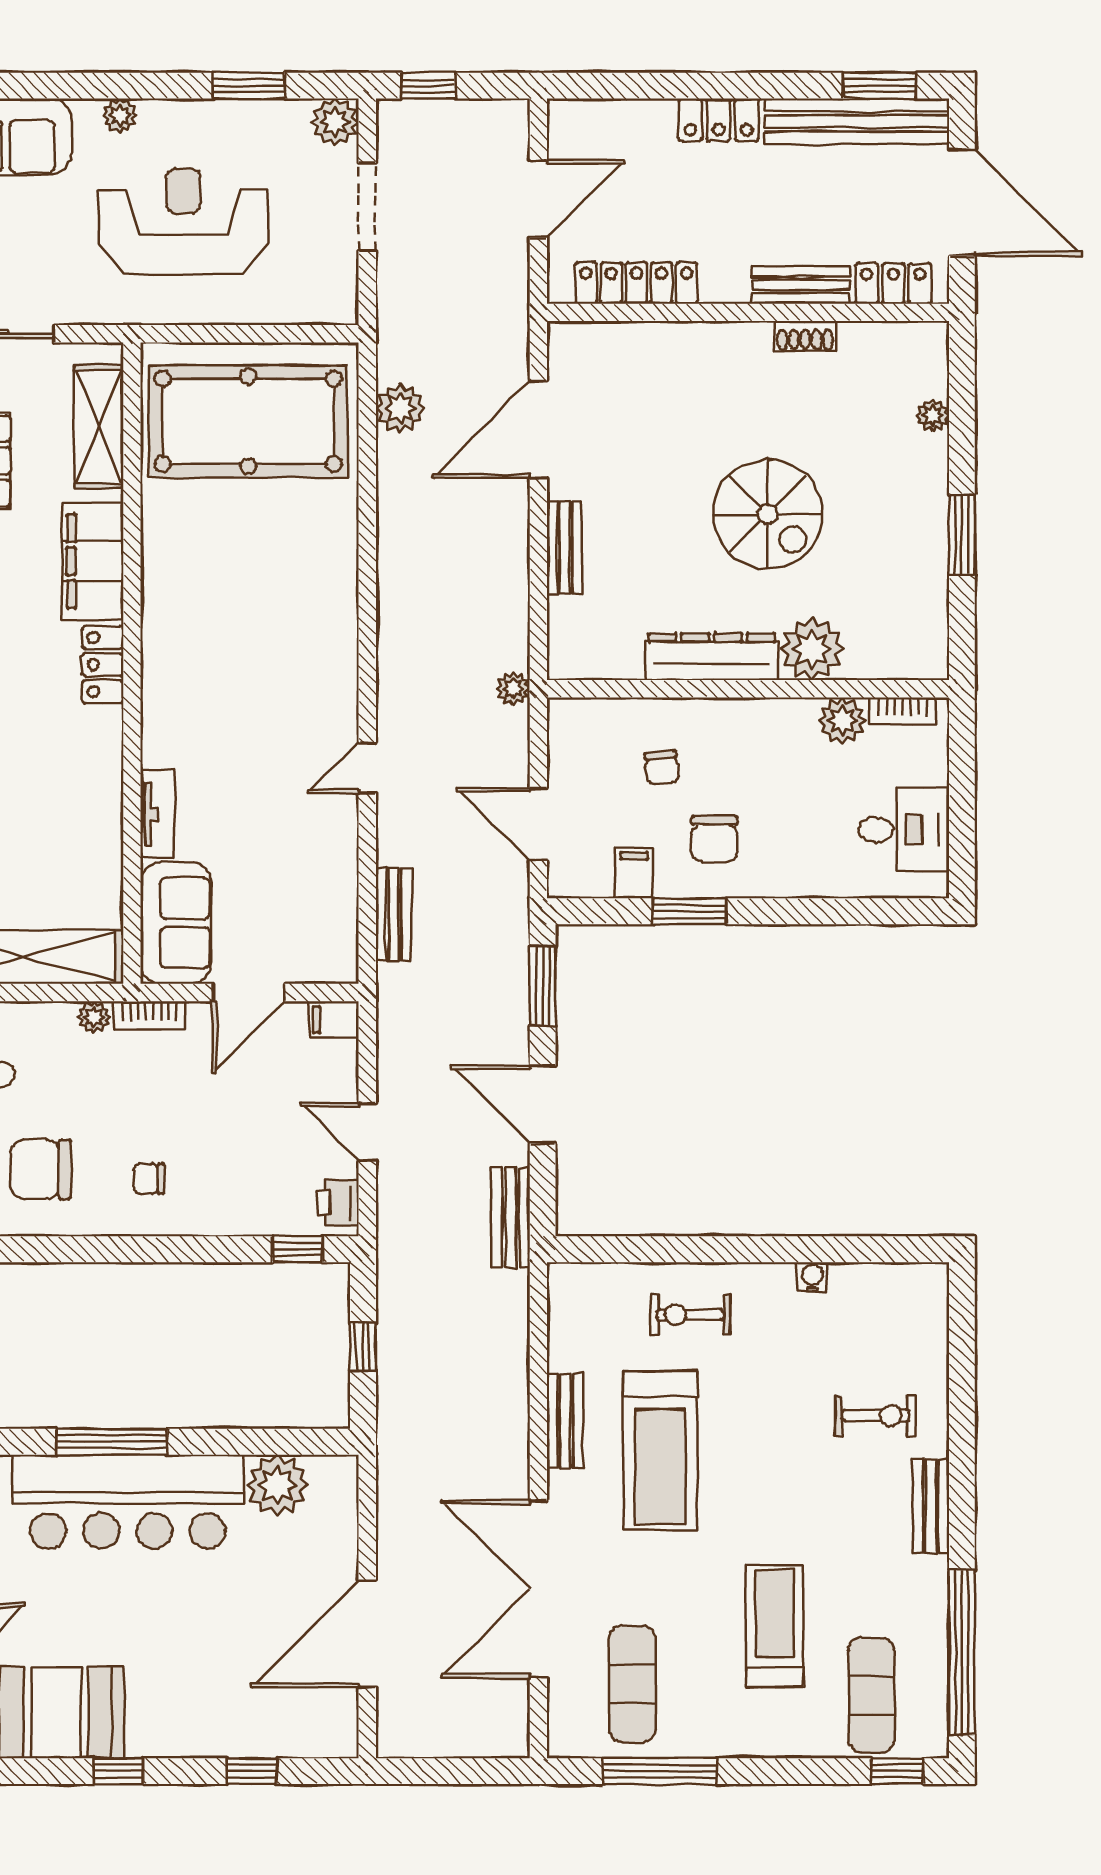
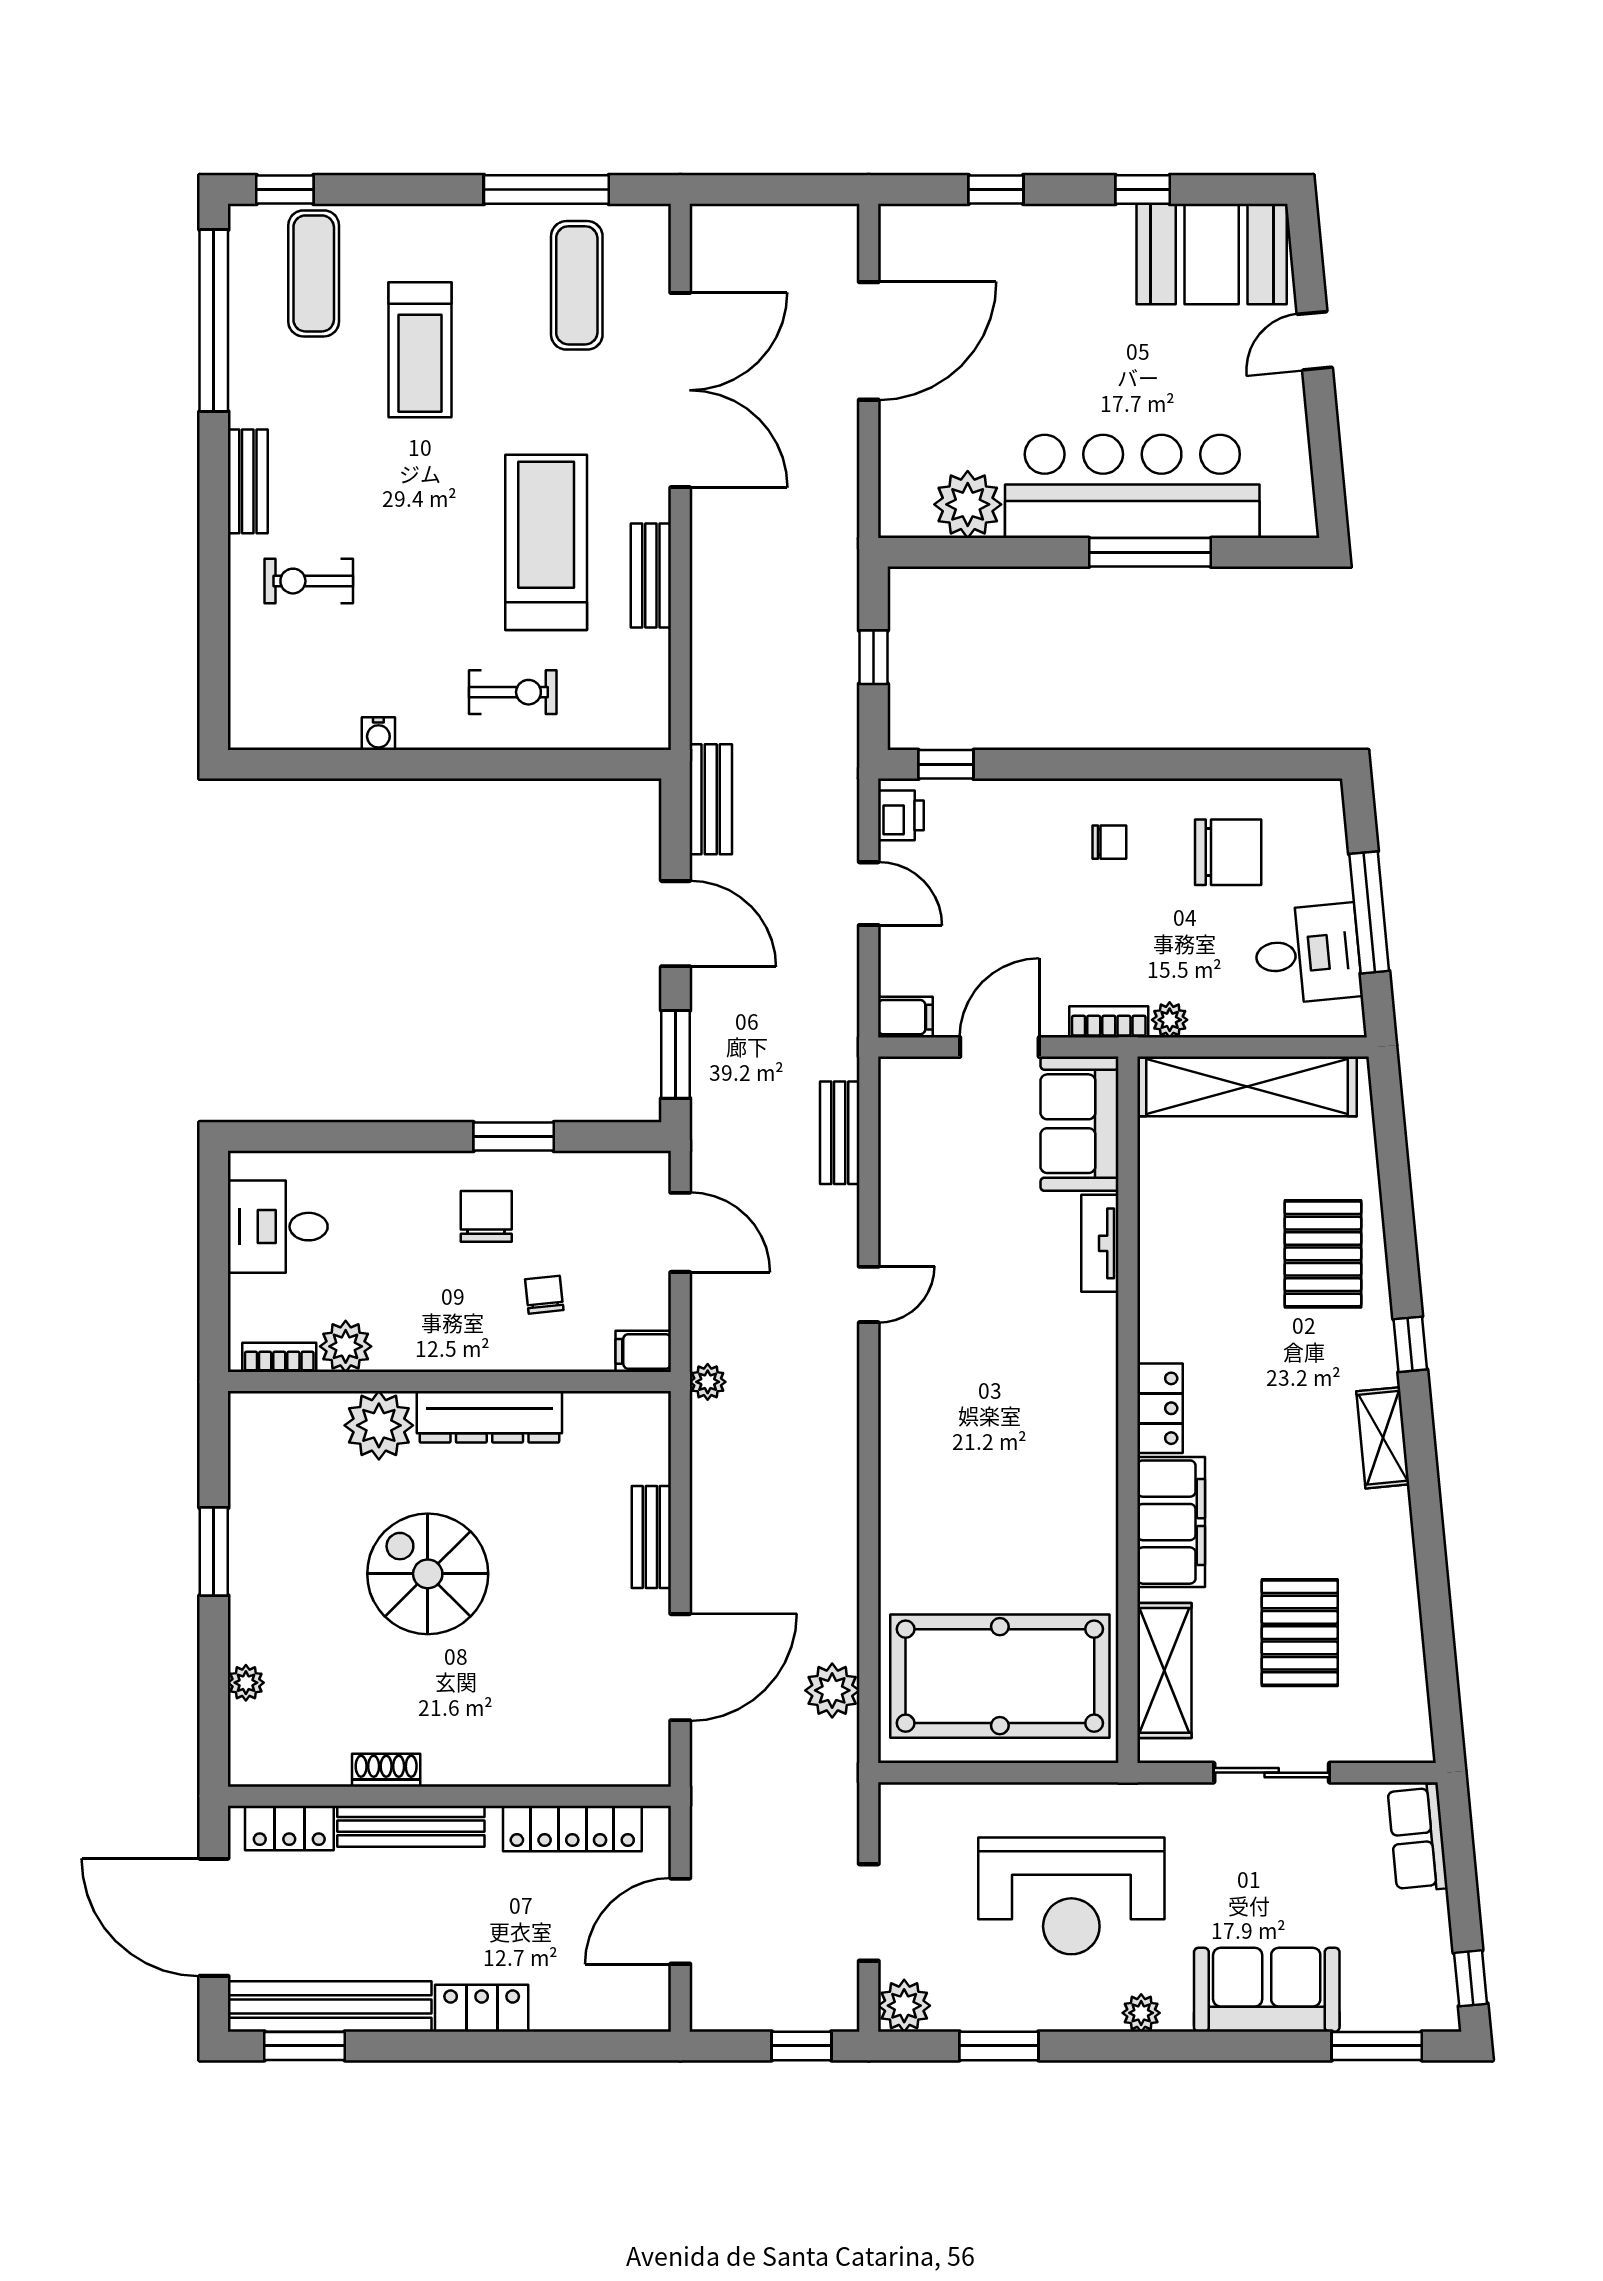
bench: (801, 285) -> (411, 1826), width x1.36
filing cabinet: (634, 873) -> (643, 1351), moved, turned 90

